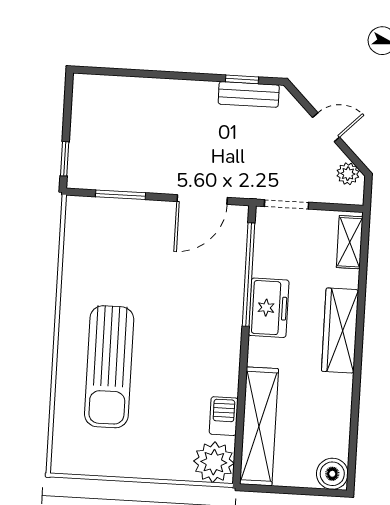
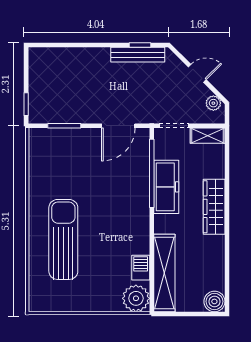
bench: (249, 94) -> (138, 55), width x1.36
shelving: (350, 242) -> (208, 136), moved, turned 90
freezer: (269, 308) -> (166, 187), width x1.40
sun lounger: (109, 367) -> (63, 239), turned 180

